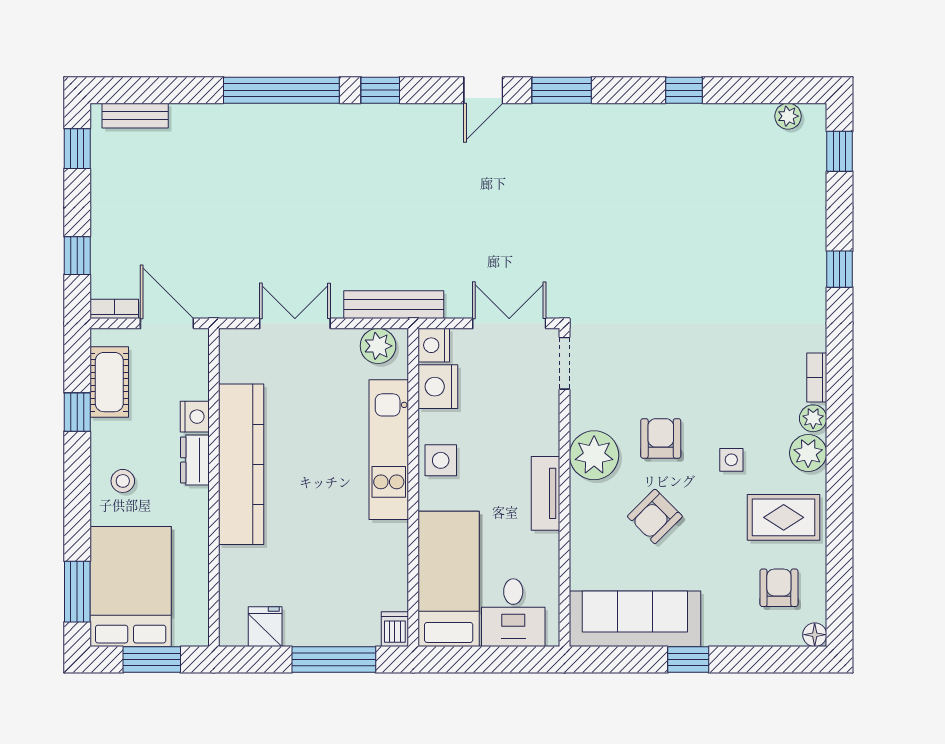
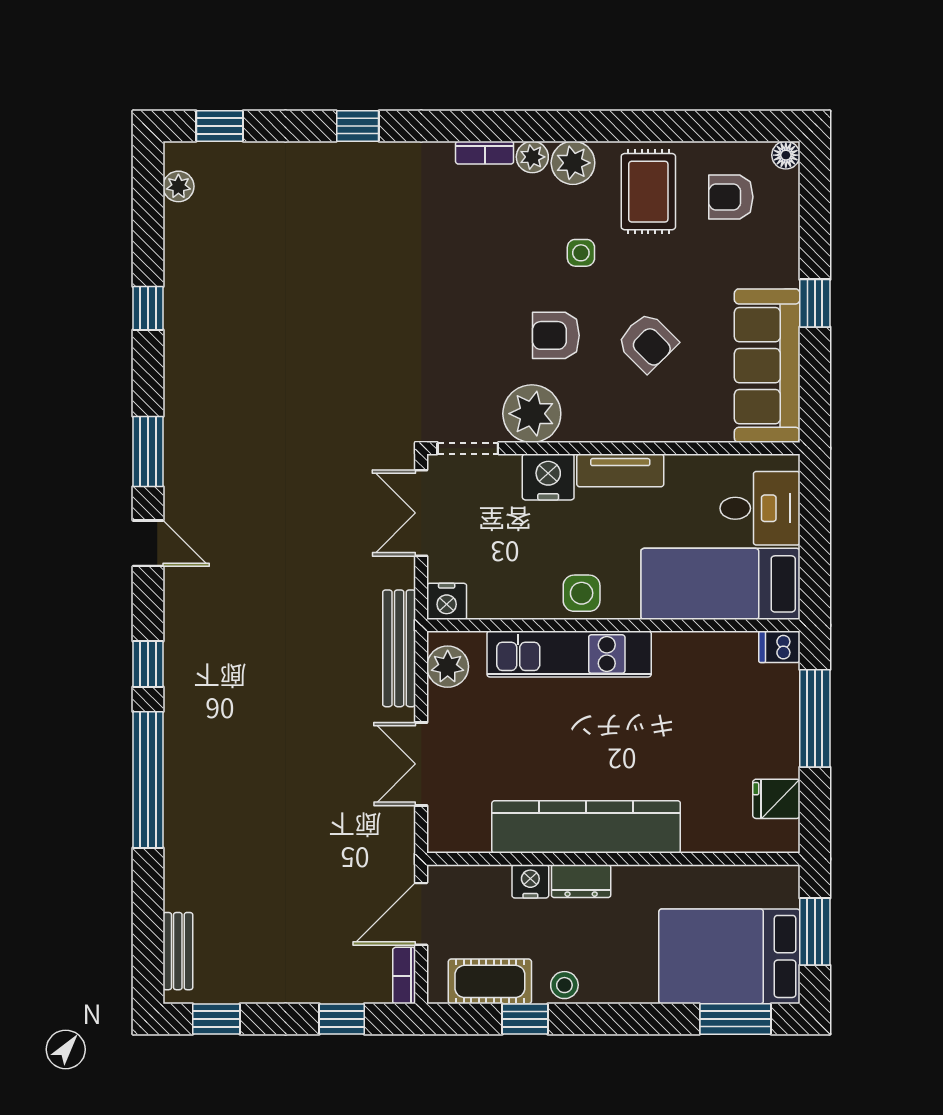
nightstand: (438, 387) -> (548, 477), moved, turned 180
plant: (594, 455) -> (532, 414), moved
stool: (123, 481) -> (564, 985), moved

